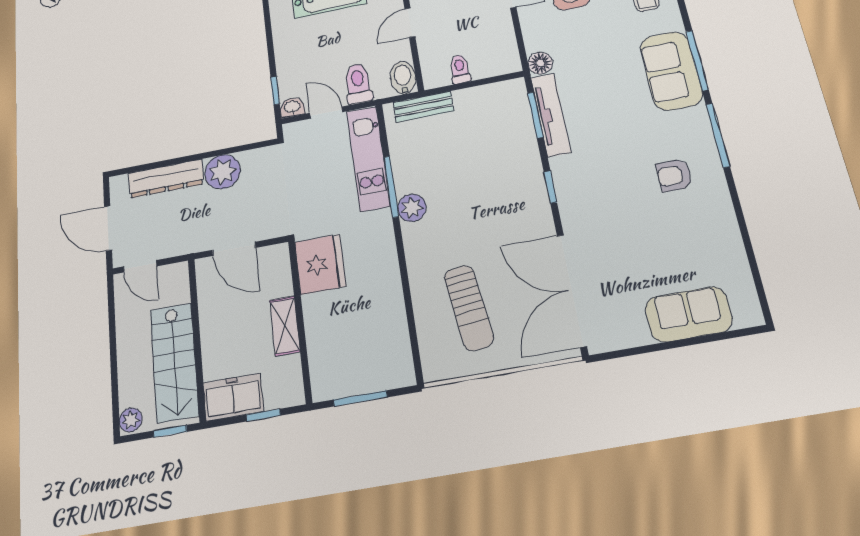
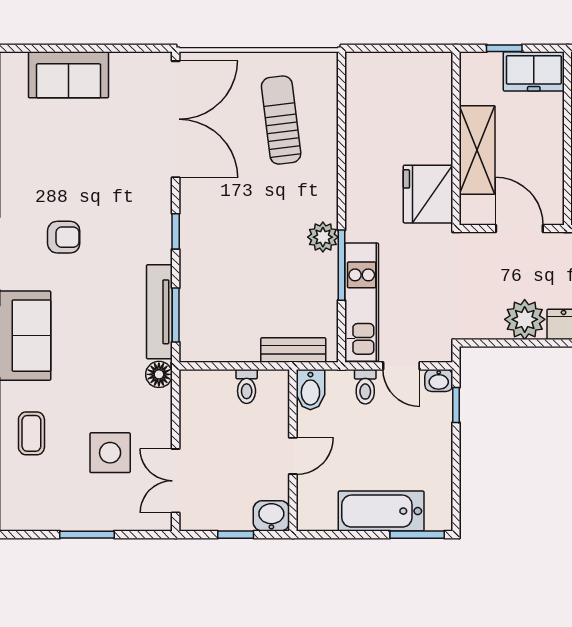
toilet: (358, 83) -> (365, 387), width x0.73, depth x0.72
armchair: (674, 175) -> (64, 237), moved
shelving: (285, 326) -> (477, 150), width x1.50, depth x1.33
window: (360, 398) -> (404, 48), removed

